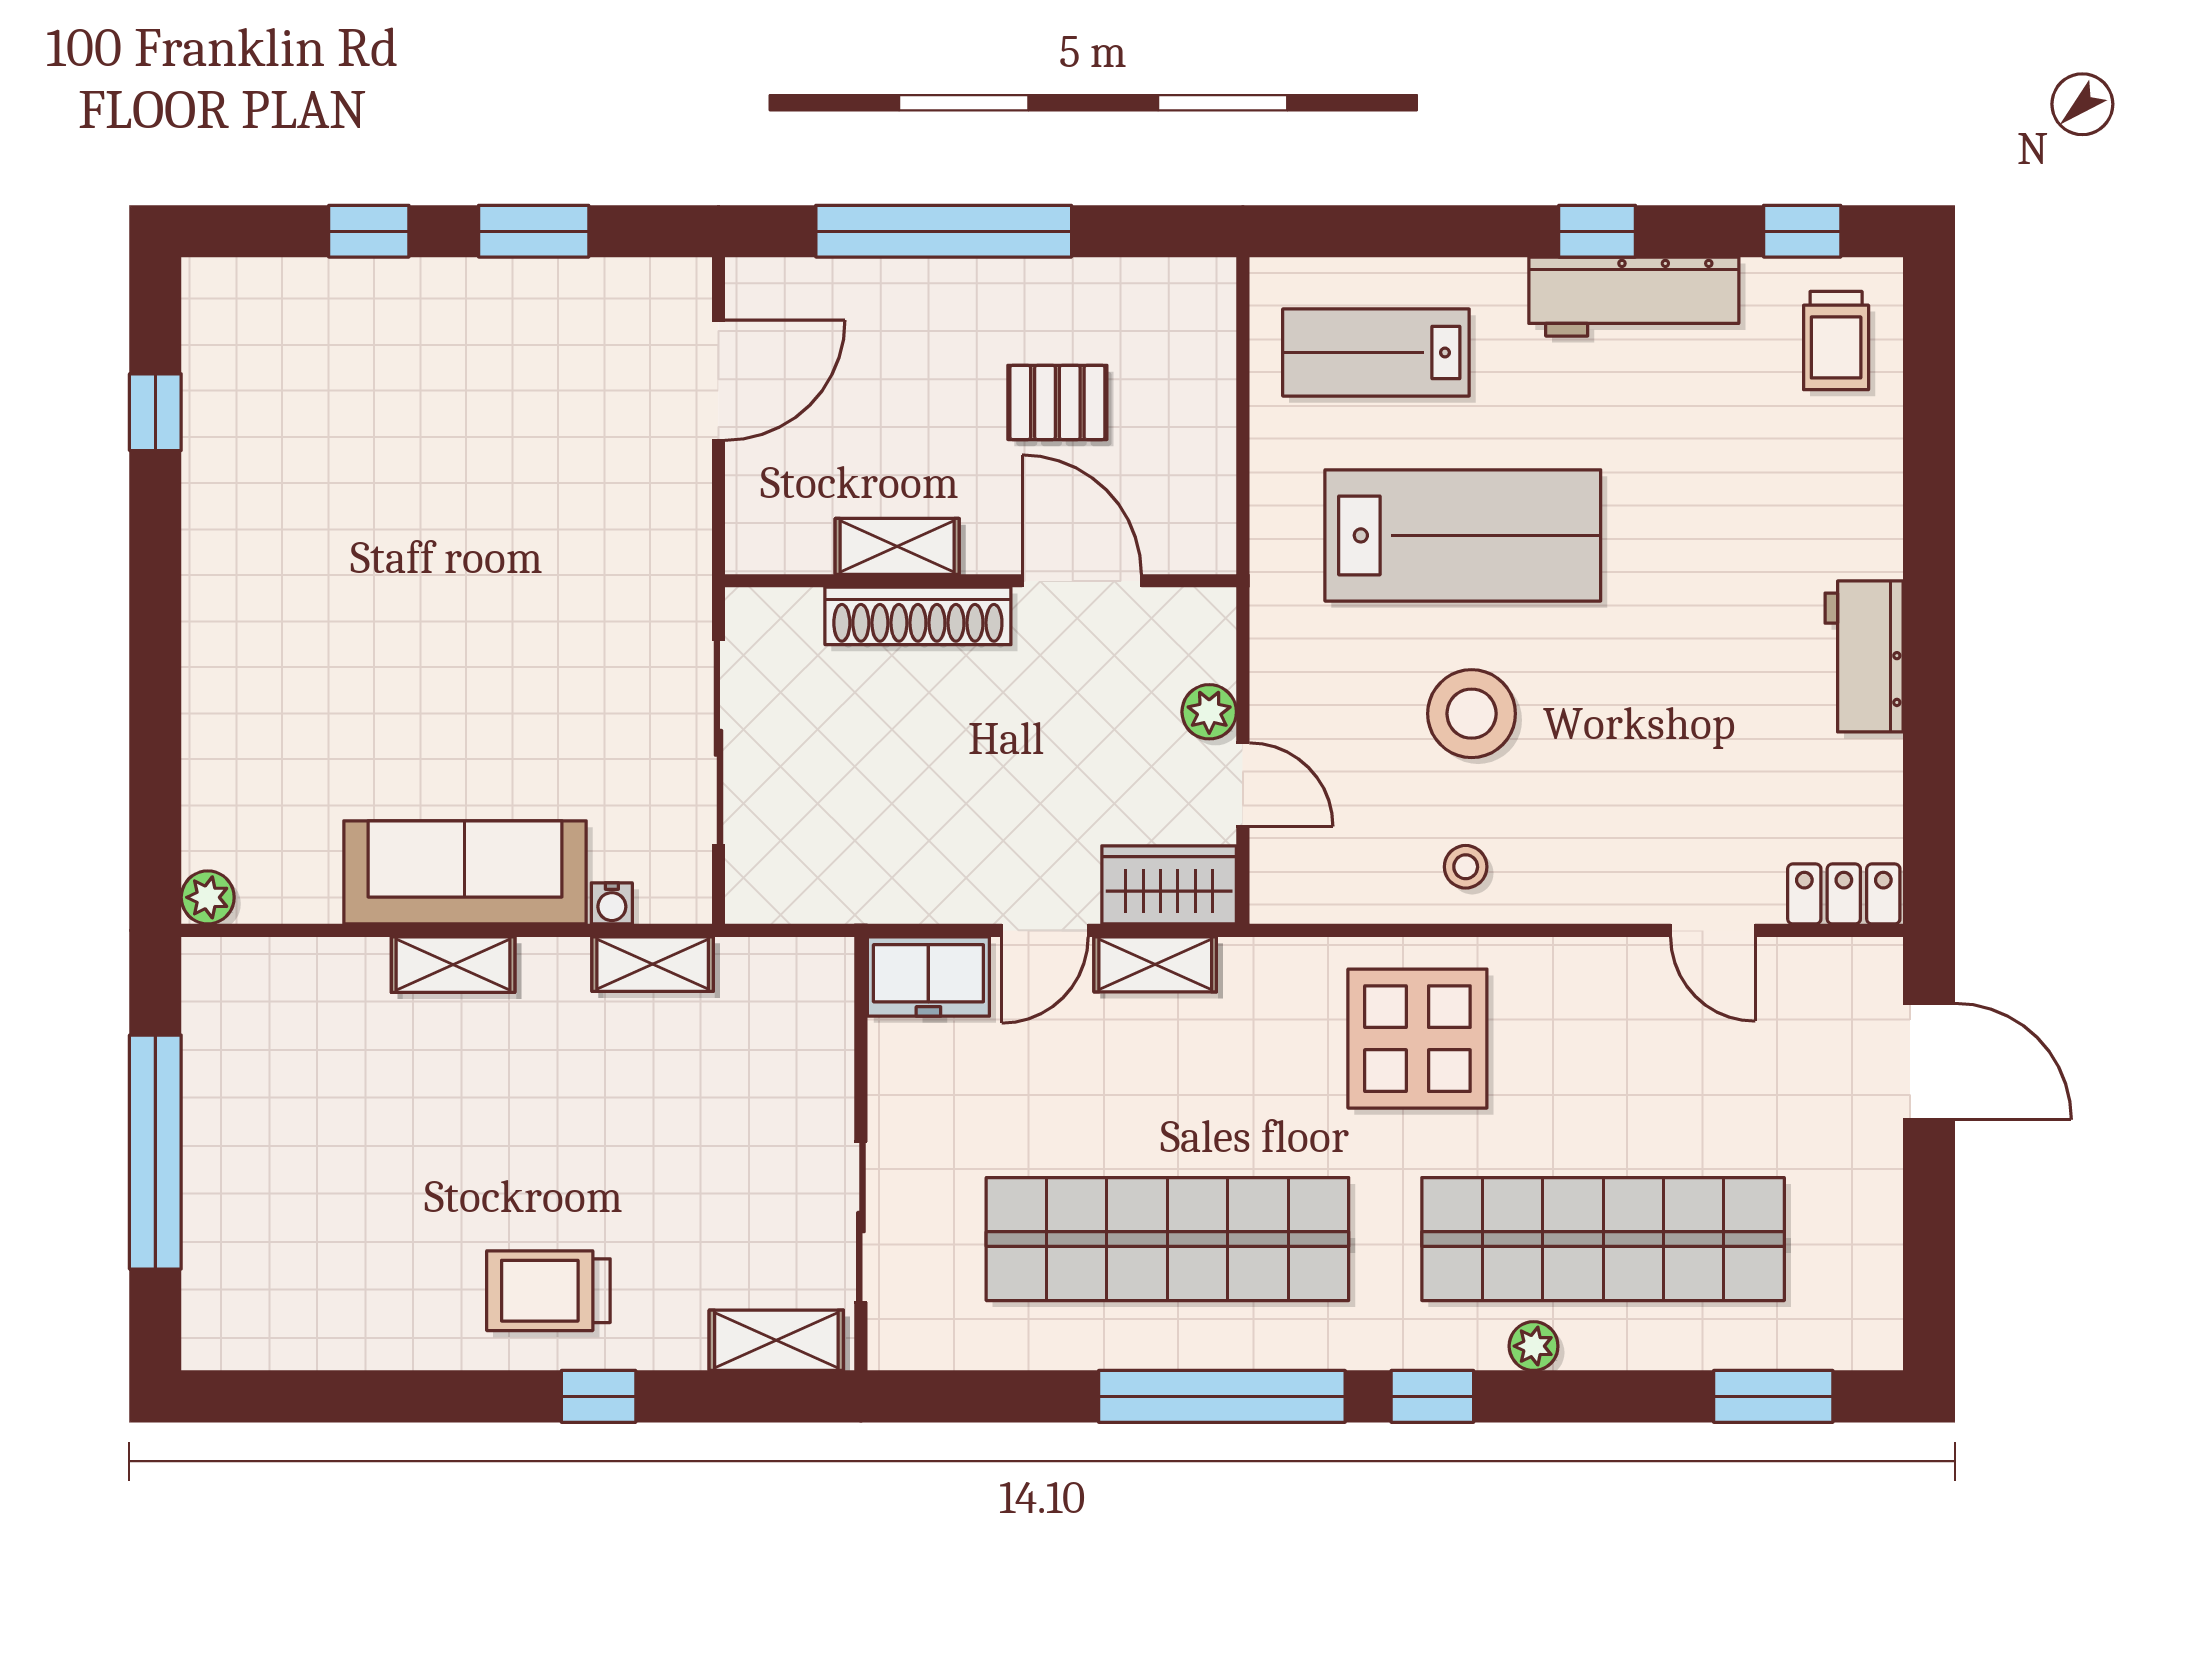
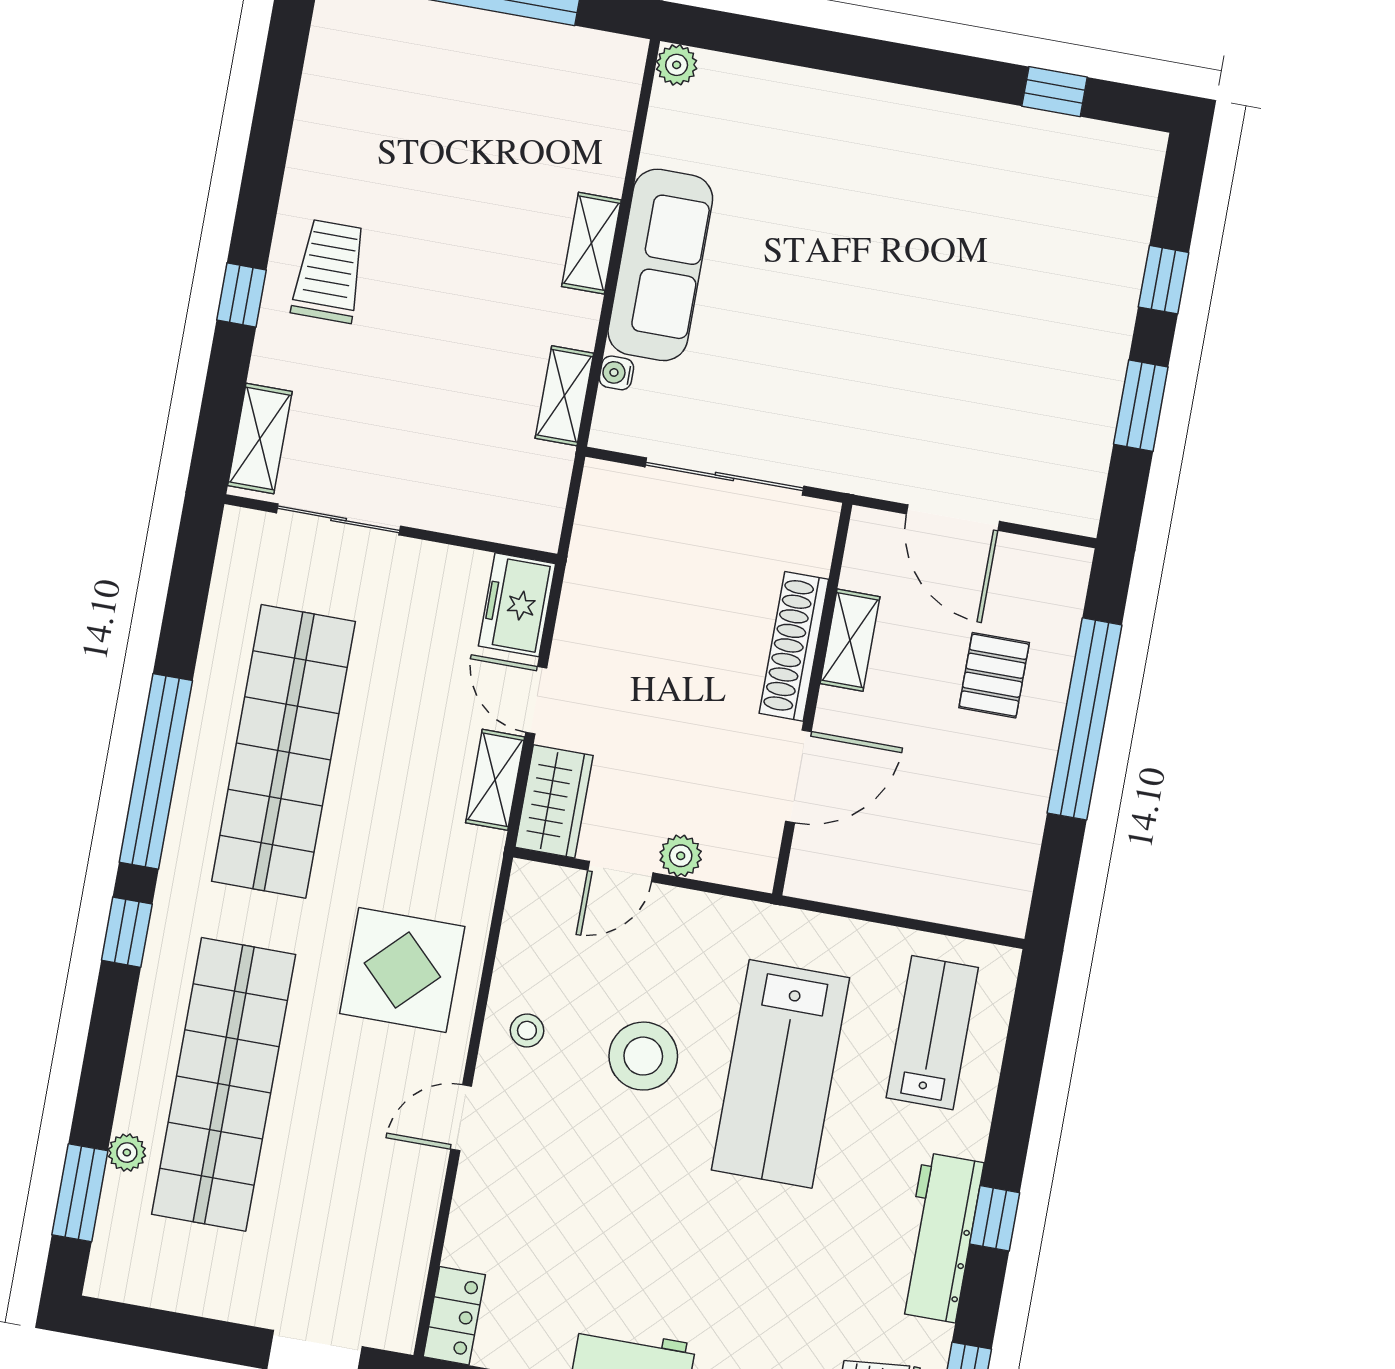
door: (718, 380) -> (953, 518), moved
pallet: (1057, 402) -> (994, 675), moved
door: (1713, 930) -> (461, 1118), moved
plant: (1534, 1346) -> (127, 1153), moved

